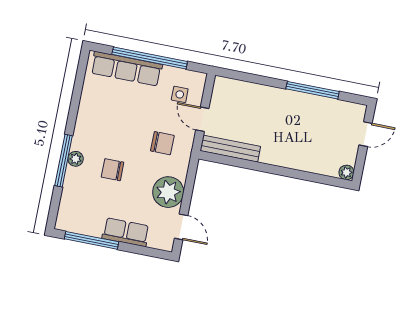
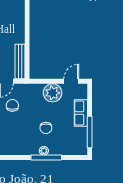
chair: (162, 143) -> (12, 105), moved

